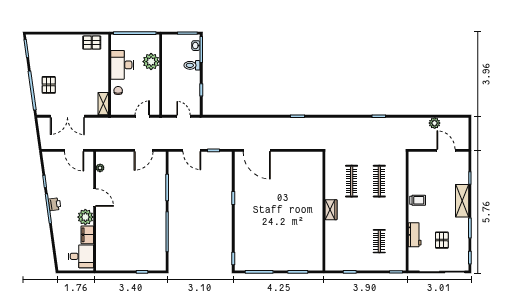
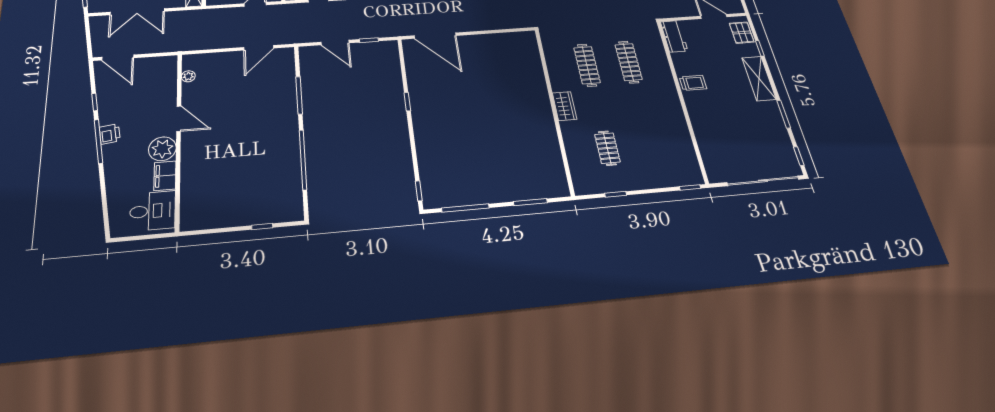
door: (74, 150) -> (118, 57), moved
workbench: (415, 235) -> (674, 36), moved
pallet: (442, 240) -> (742, 33), moved
clothes rail: (379, 241) -> (607, 148), moved

